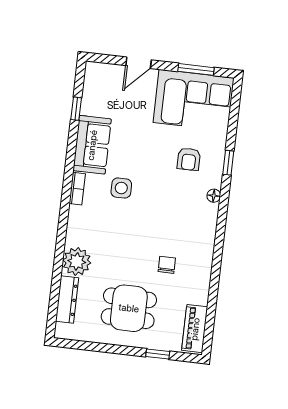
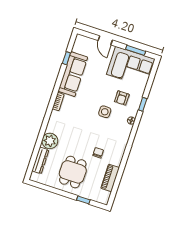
door: (139, 63) -> (105, 40), hinge flipped
sofa: (92, 145) -> (73, 74), width x1.36
side table: (121, 188) -> (105, 112), moved
dining table: (129, 308) -> (73, 172), turned 90
piano: (195, 329) -> (110, 178), moved

